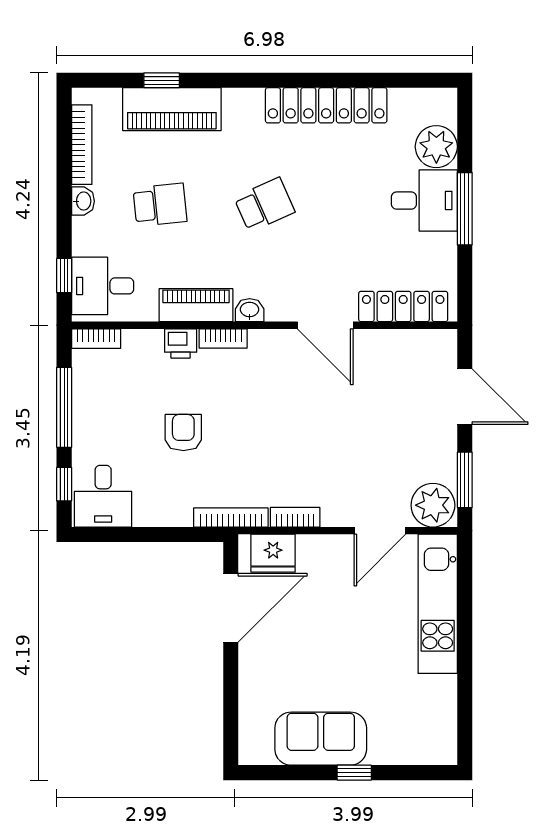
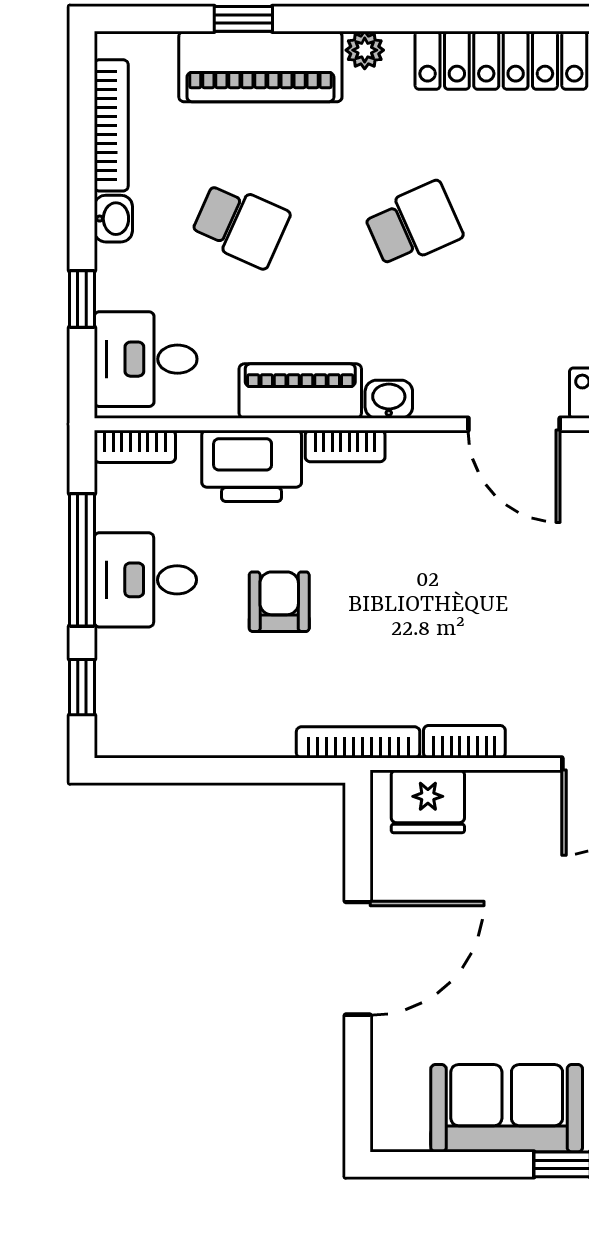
plant: (235, 99) -> (365, 50), added
school desk: (160, 205) -> (241, 225), turned 30
window: (64, 276) -> (82, 299), moved
printer: (181, 343) -> (252, 466), width x1.87, depth x1.48
desk: (103, 496) -> (145, 580), moved, turned 90
door: (231, 608) -> (358, 958), moved

